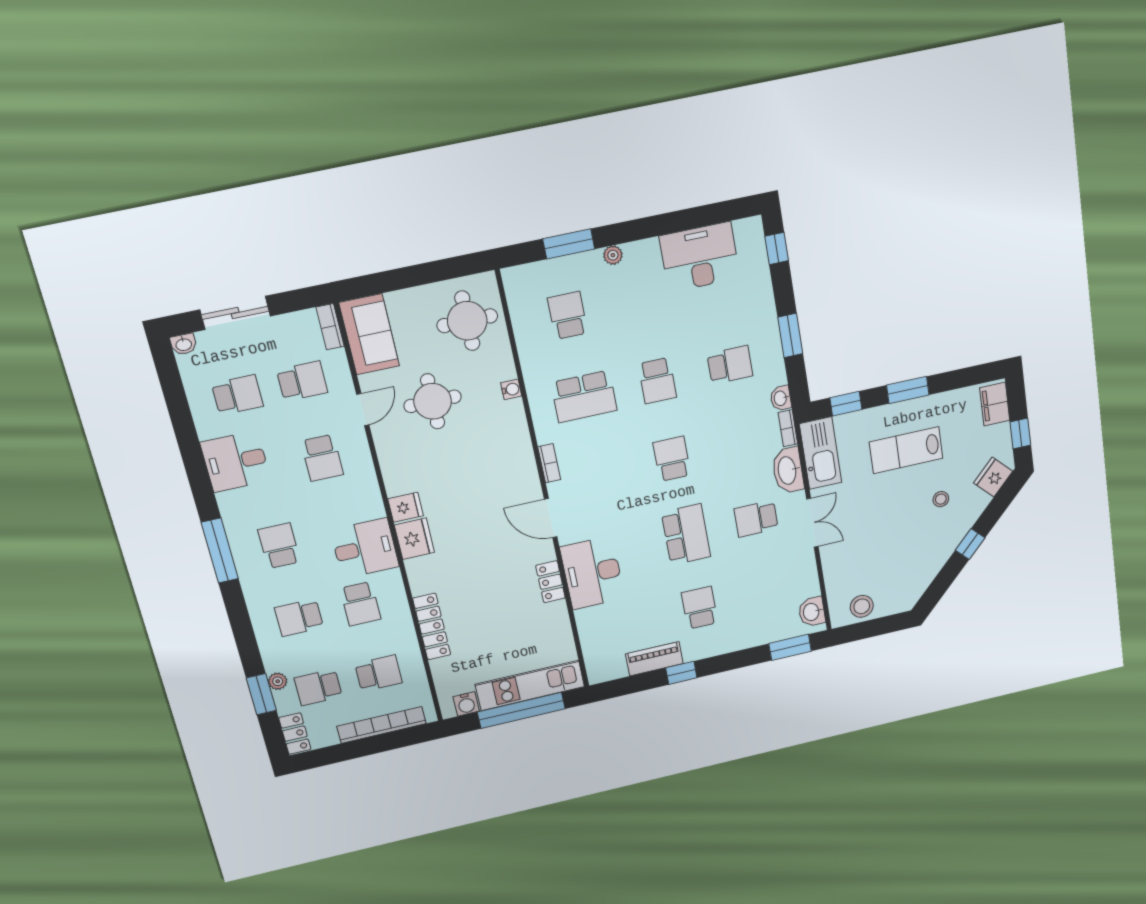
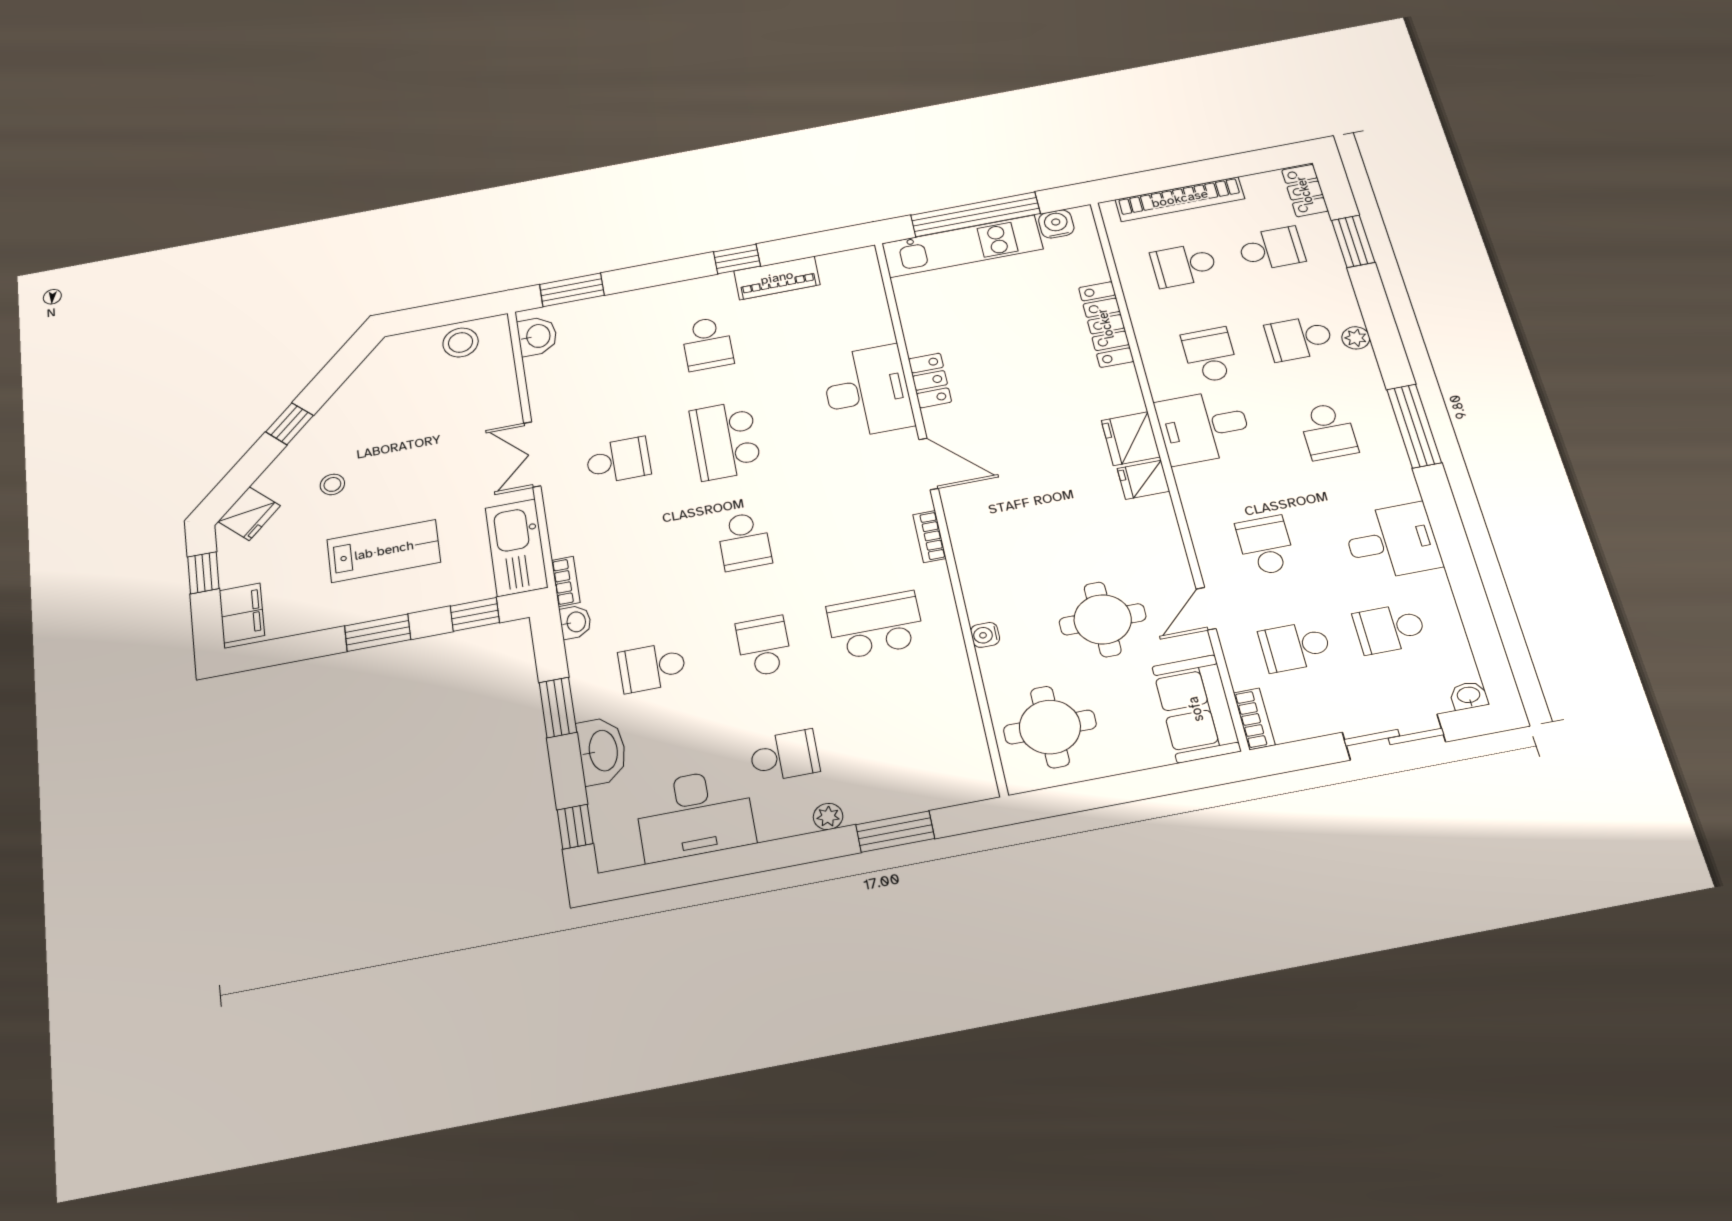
school desk: (568, 315) -> (784, 756), moved, turned -90
washbasin: (788, 470) -> (602, 751), moved
school desk: (299, 618) -> (1299, 338), turned 180
plant: (278, 681) -> (1356, 338), moved

